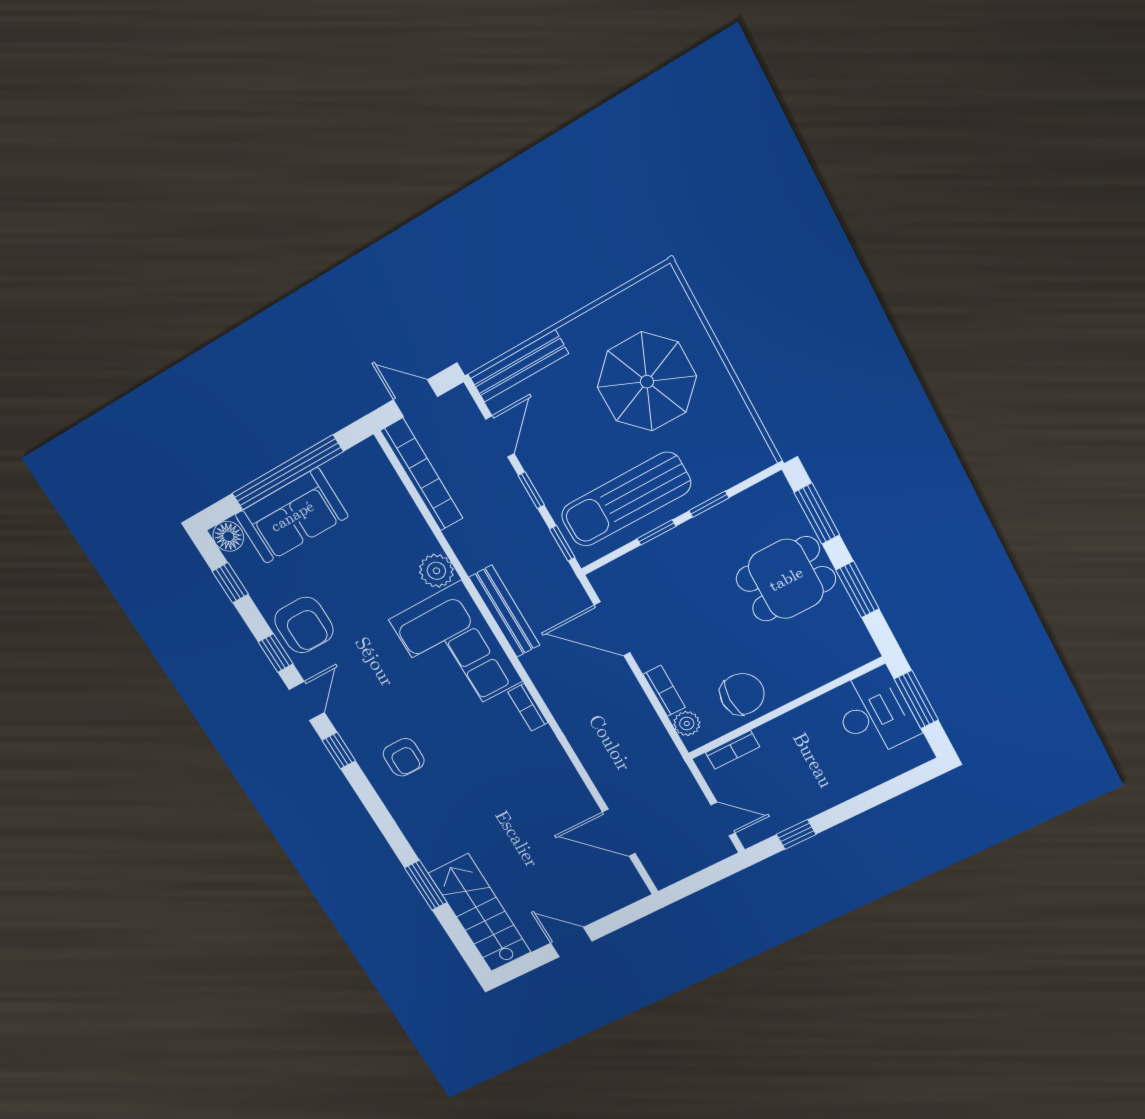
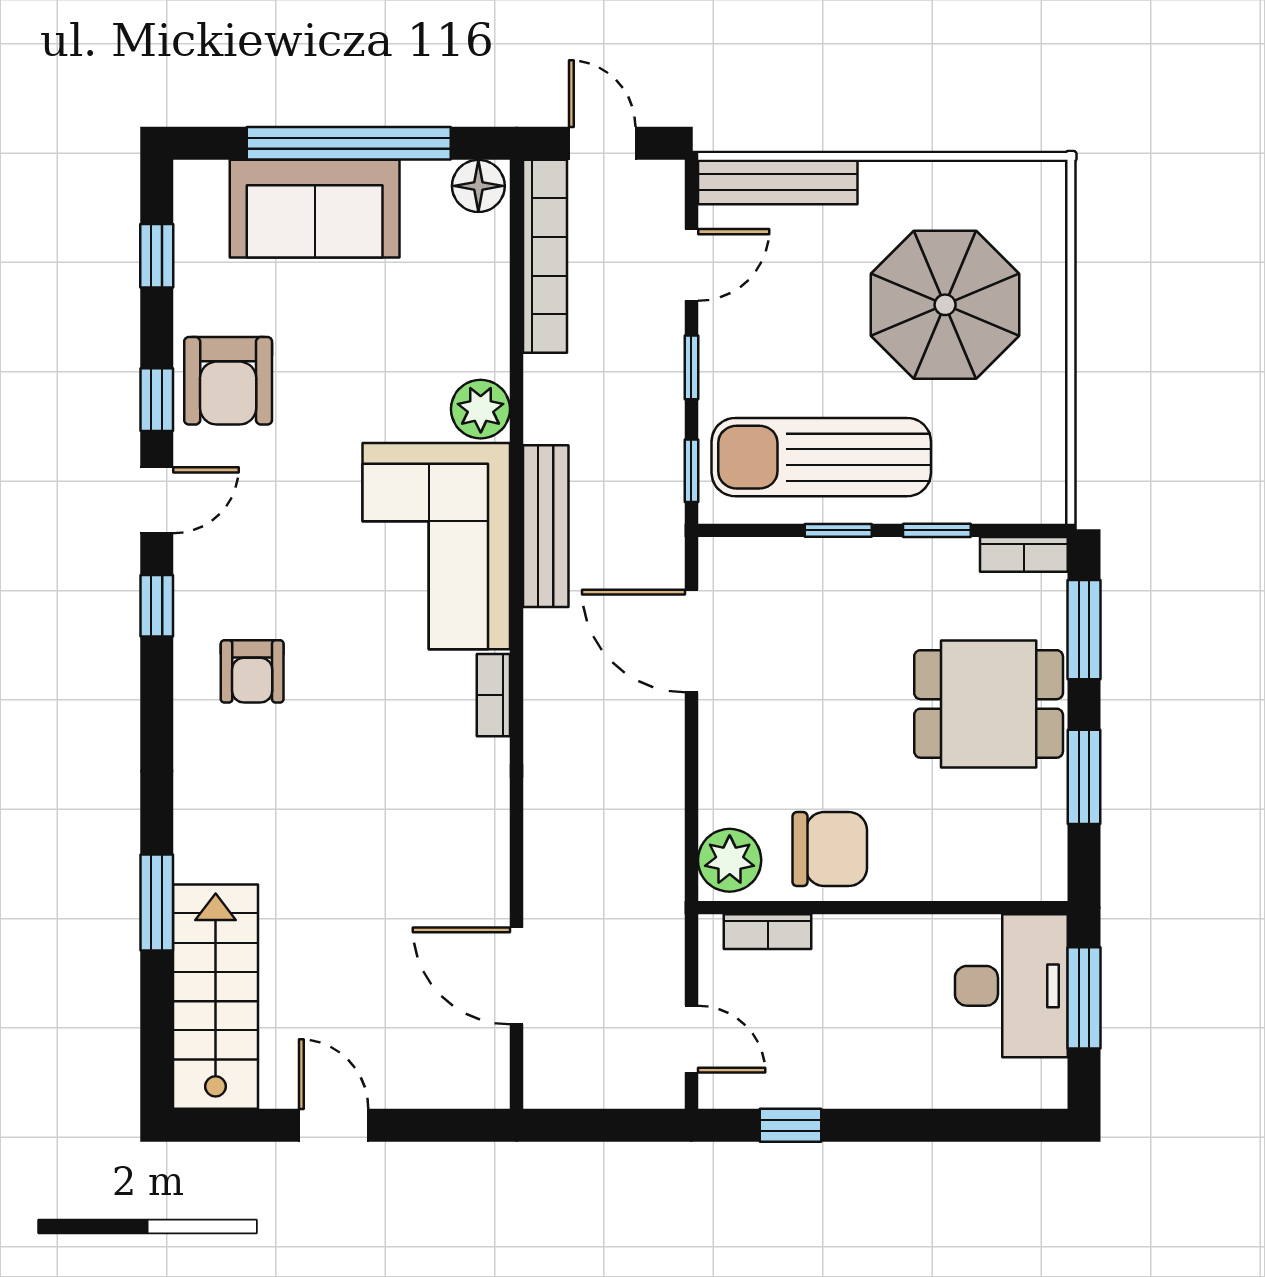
floor lamp: (228, 536) -> (478, 186), moved
bookcase: (664, 691) -> (1024, 554), moved, turned 90
plant: (687, 724) -> (730, 860), width x1.38, depth x1.38

